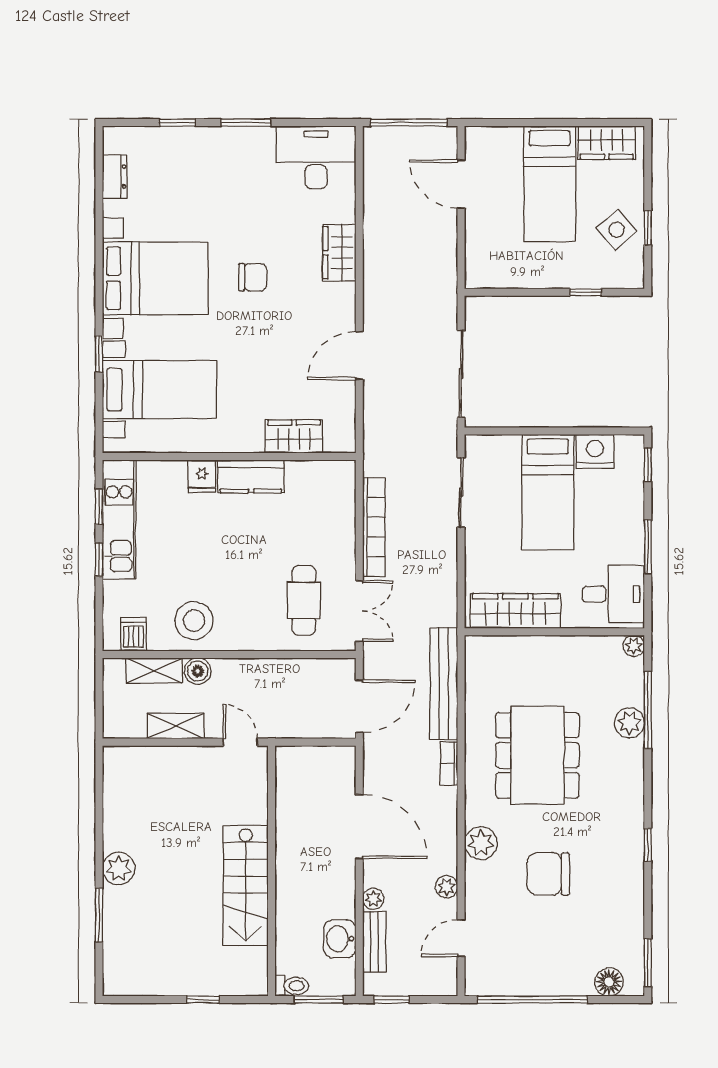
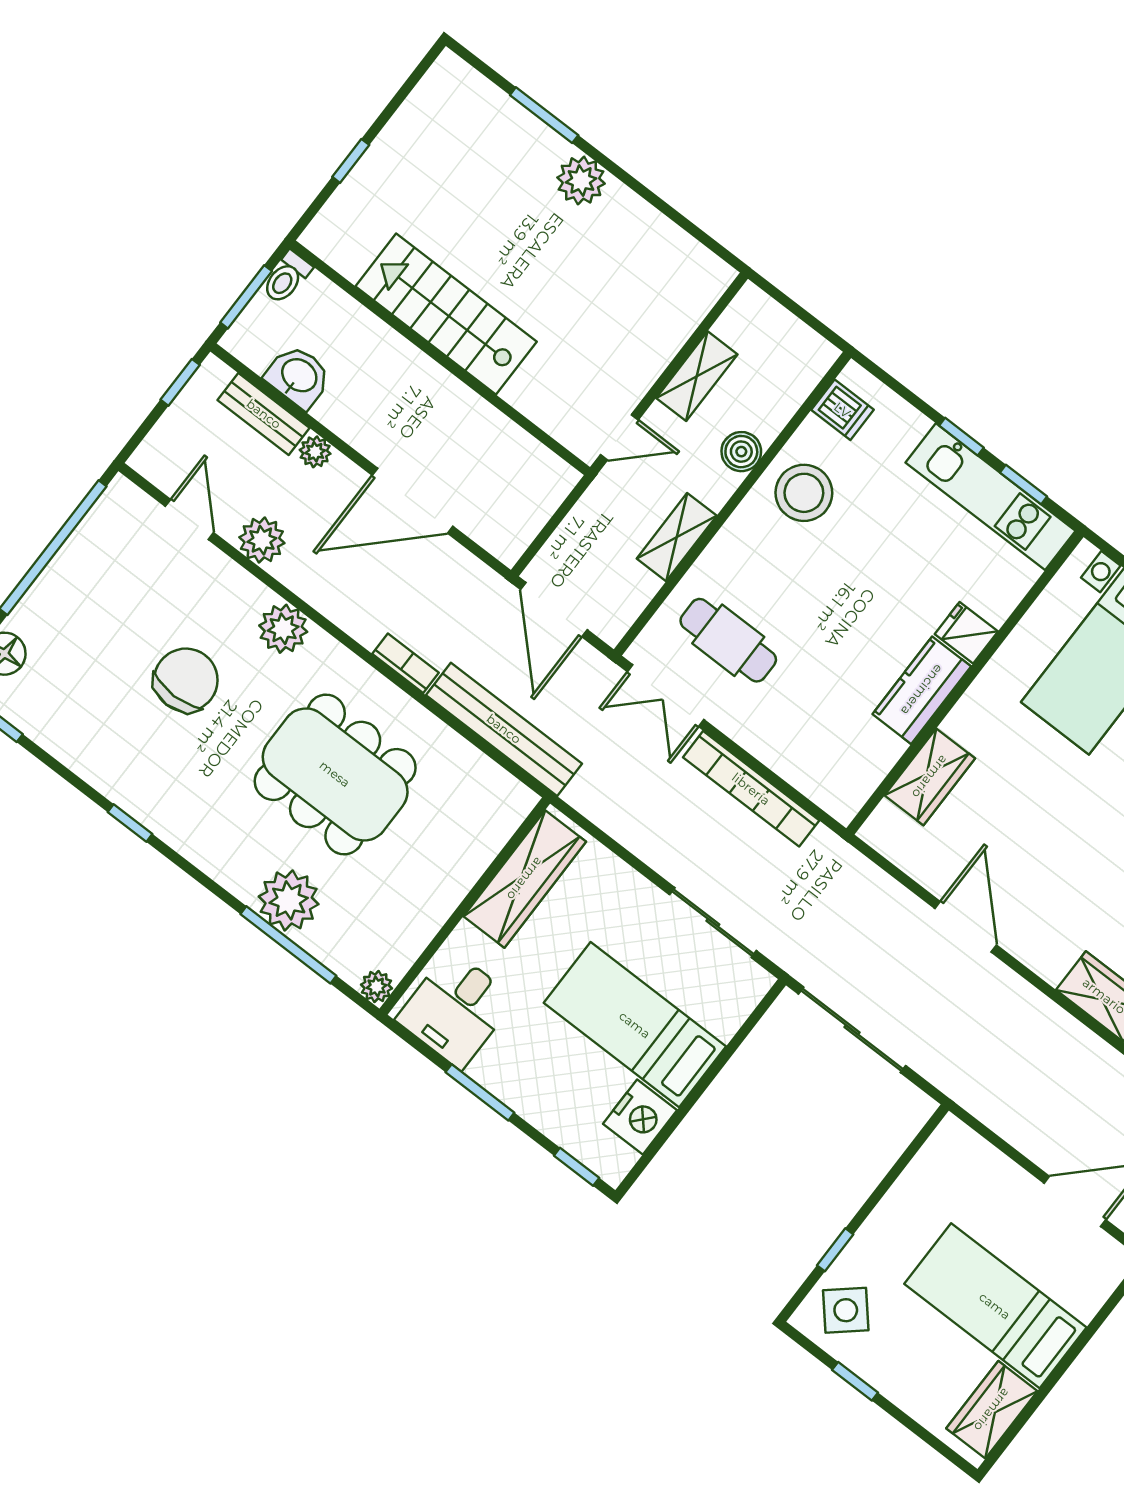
side table: (617, 230) -> (846, 1310), moved
shelving: (154, 670) -> (677, 537), moved
plant: (629, 723) -> (289, 900), width x1.36, depth x1.36
plant: (446, 887) -> (262, 540), width x1.38, depth x1.38

